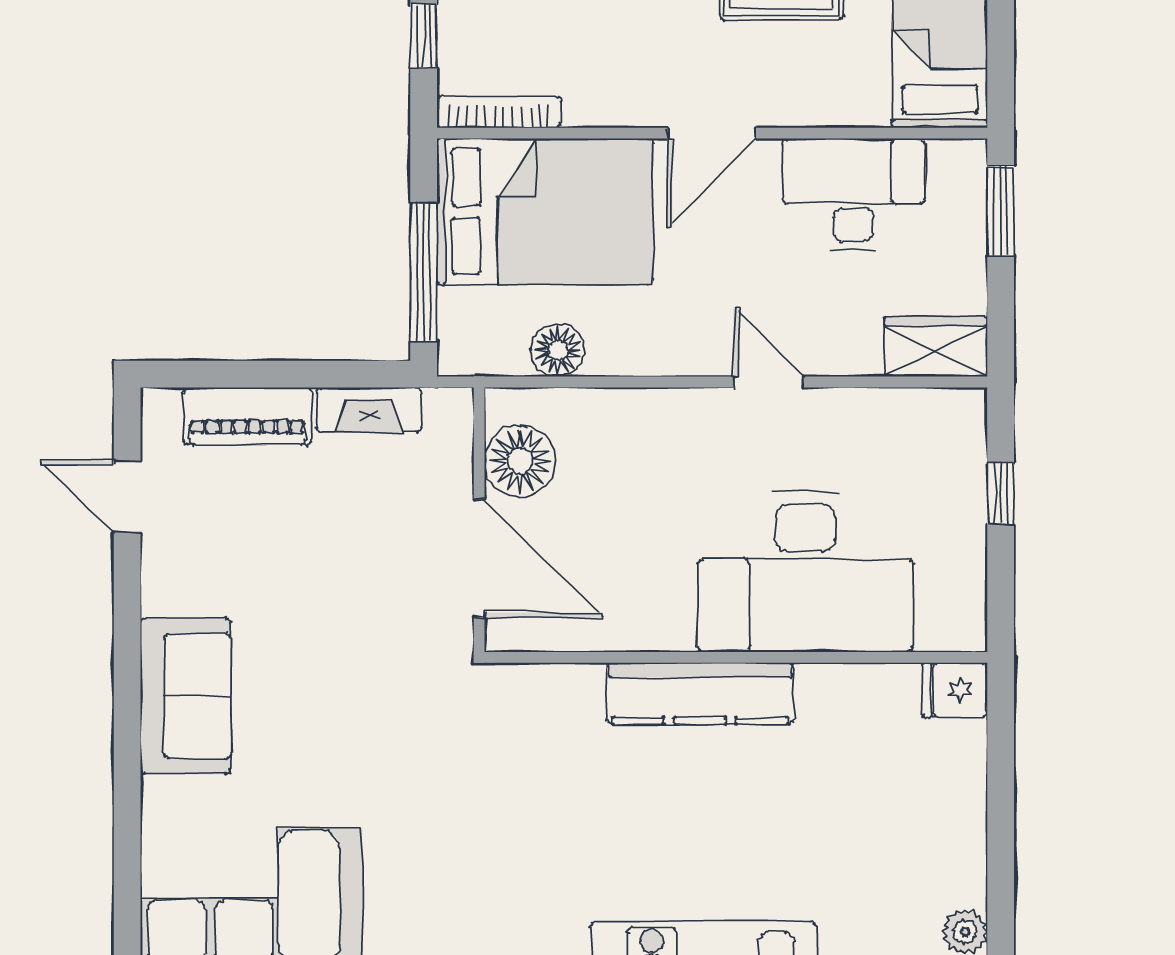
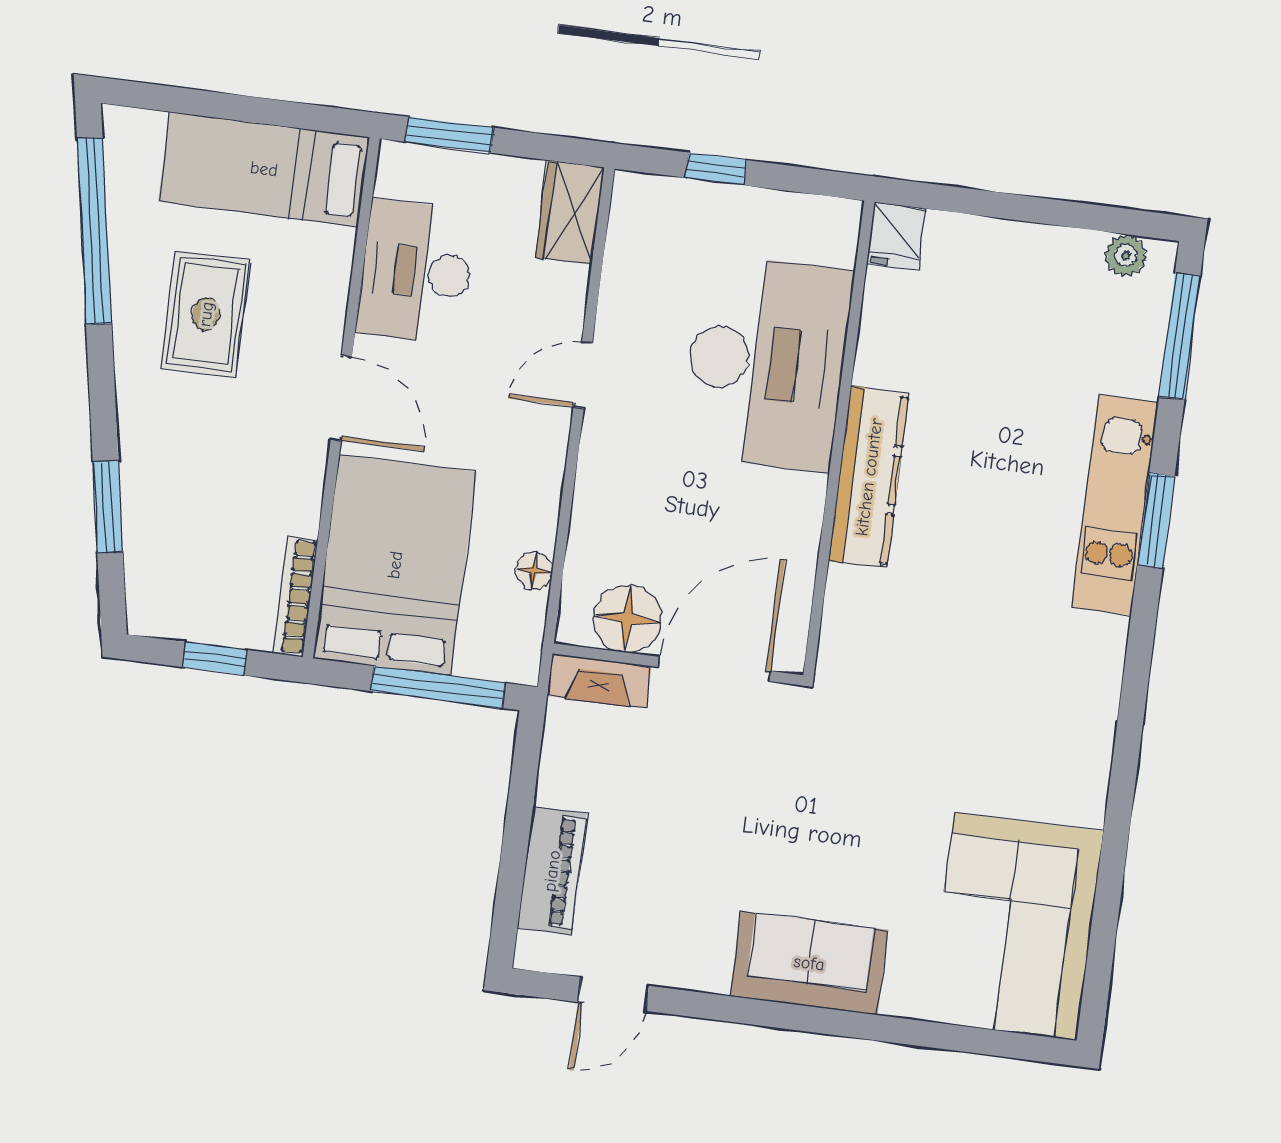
floor lamp: (558, 350) -> (534, 571), width x0.73, depth x0.73
fireplace: (369, 410) -> (599, 681), moved, turned 90

